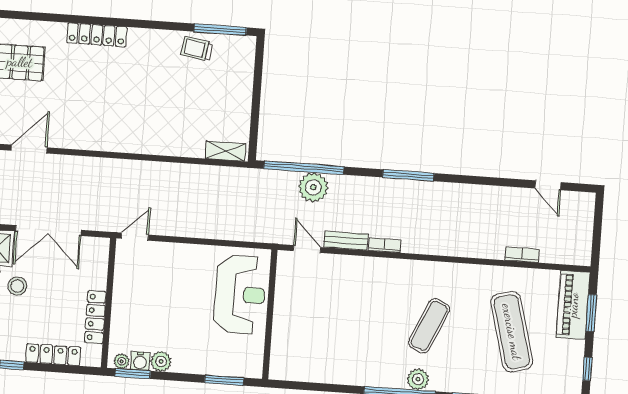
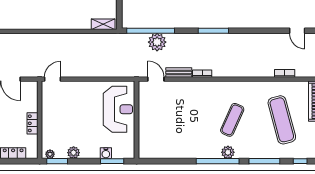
locker: (95, 317) -> (32, 123), width x0.66
water cooler: (140, 361) -> (106, 153), moved

